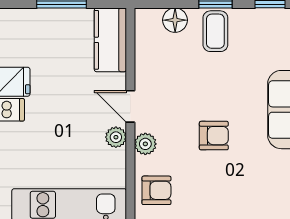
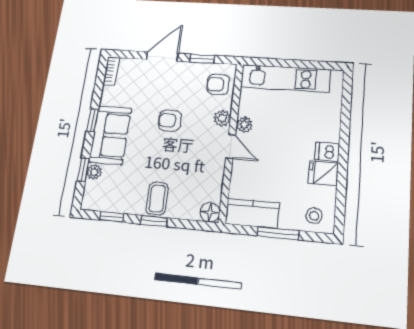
floor lamp: (175, 20) -> (210, 212), moved
stool: (20, 28) -> (314, 216), added
kitchen counter: (110, 40) -> (252, 213), moved, turned -90

